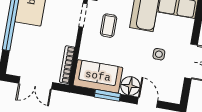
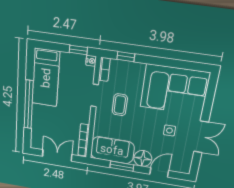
double door: (36, 83) -> (57, 155), swing flipped
door: (148, 102) -> (159, 172), hinge flipped

